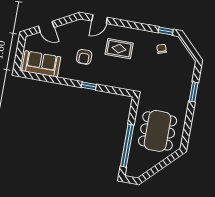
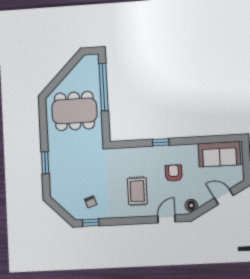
floor lamp: (76, 26) -> (191, 205), added
rug: (119, 49) -> (137, 191), turned 90
dining table: (158, 131) -> (74, 111), turned 90

